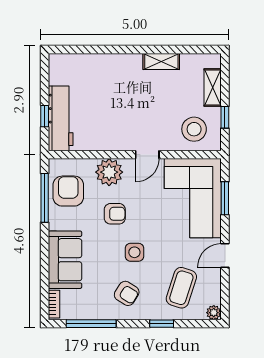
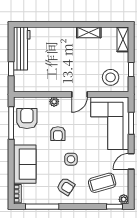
shelving: (213, 87) -> (123, 39), moved
workbench: (61, 118) -> (22, 49), moved
plant: (109, 172) -> (54, 102), width x0.53, depth x0.53
armchair: (115, 214) -> (58, 134), turned 90
coffee table: (181, 288) -> (102, 183), turned 56
window: (162, 324) -> (114, 207), moved

